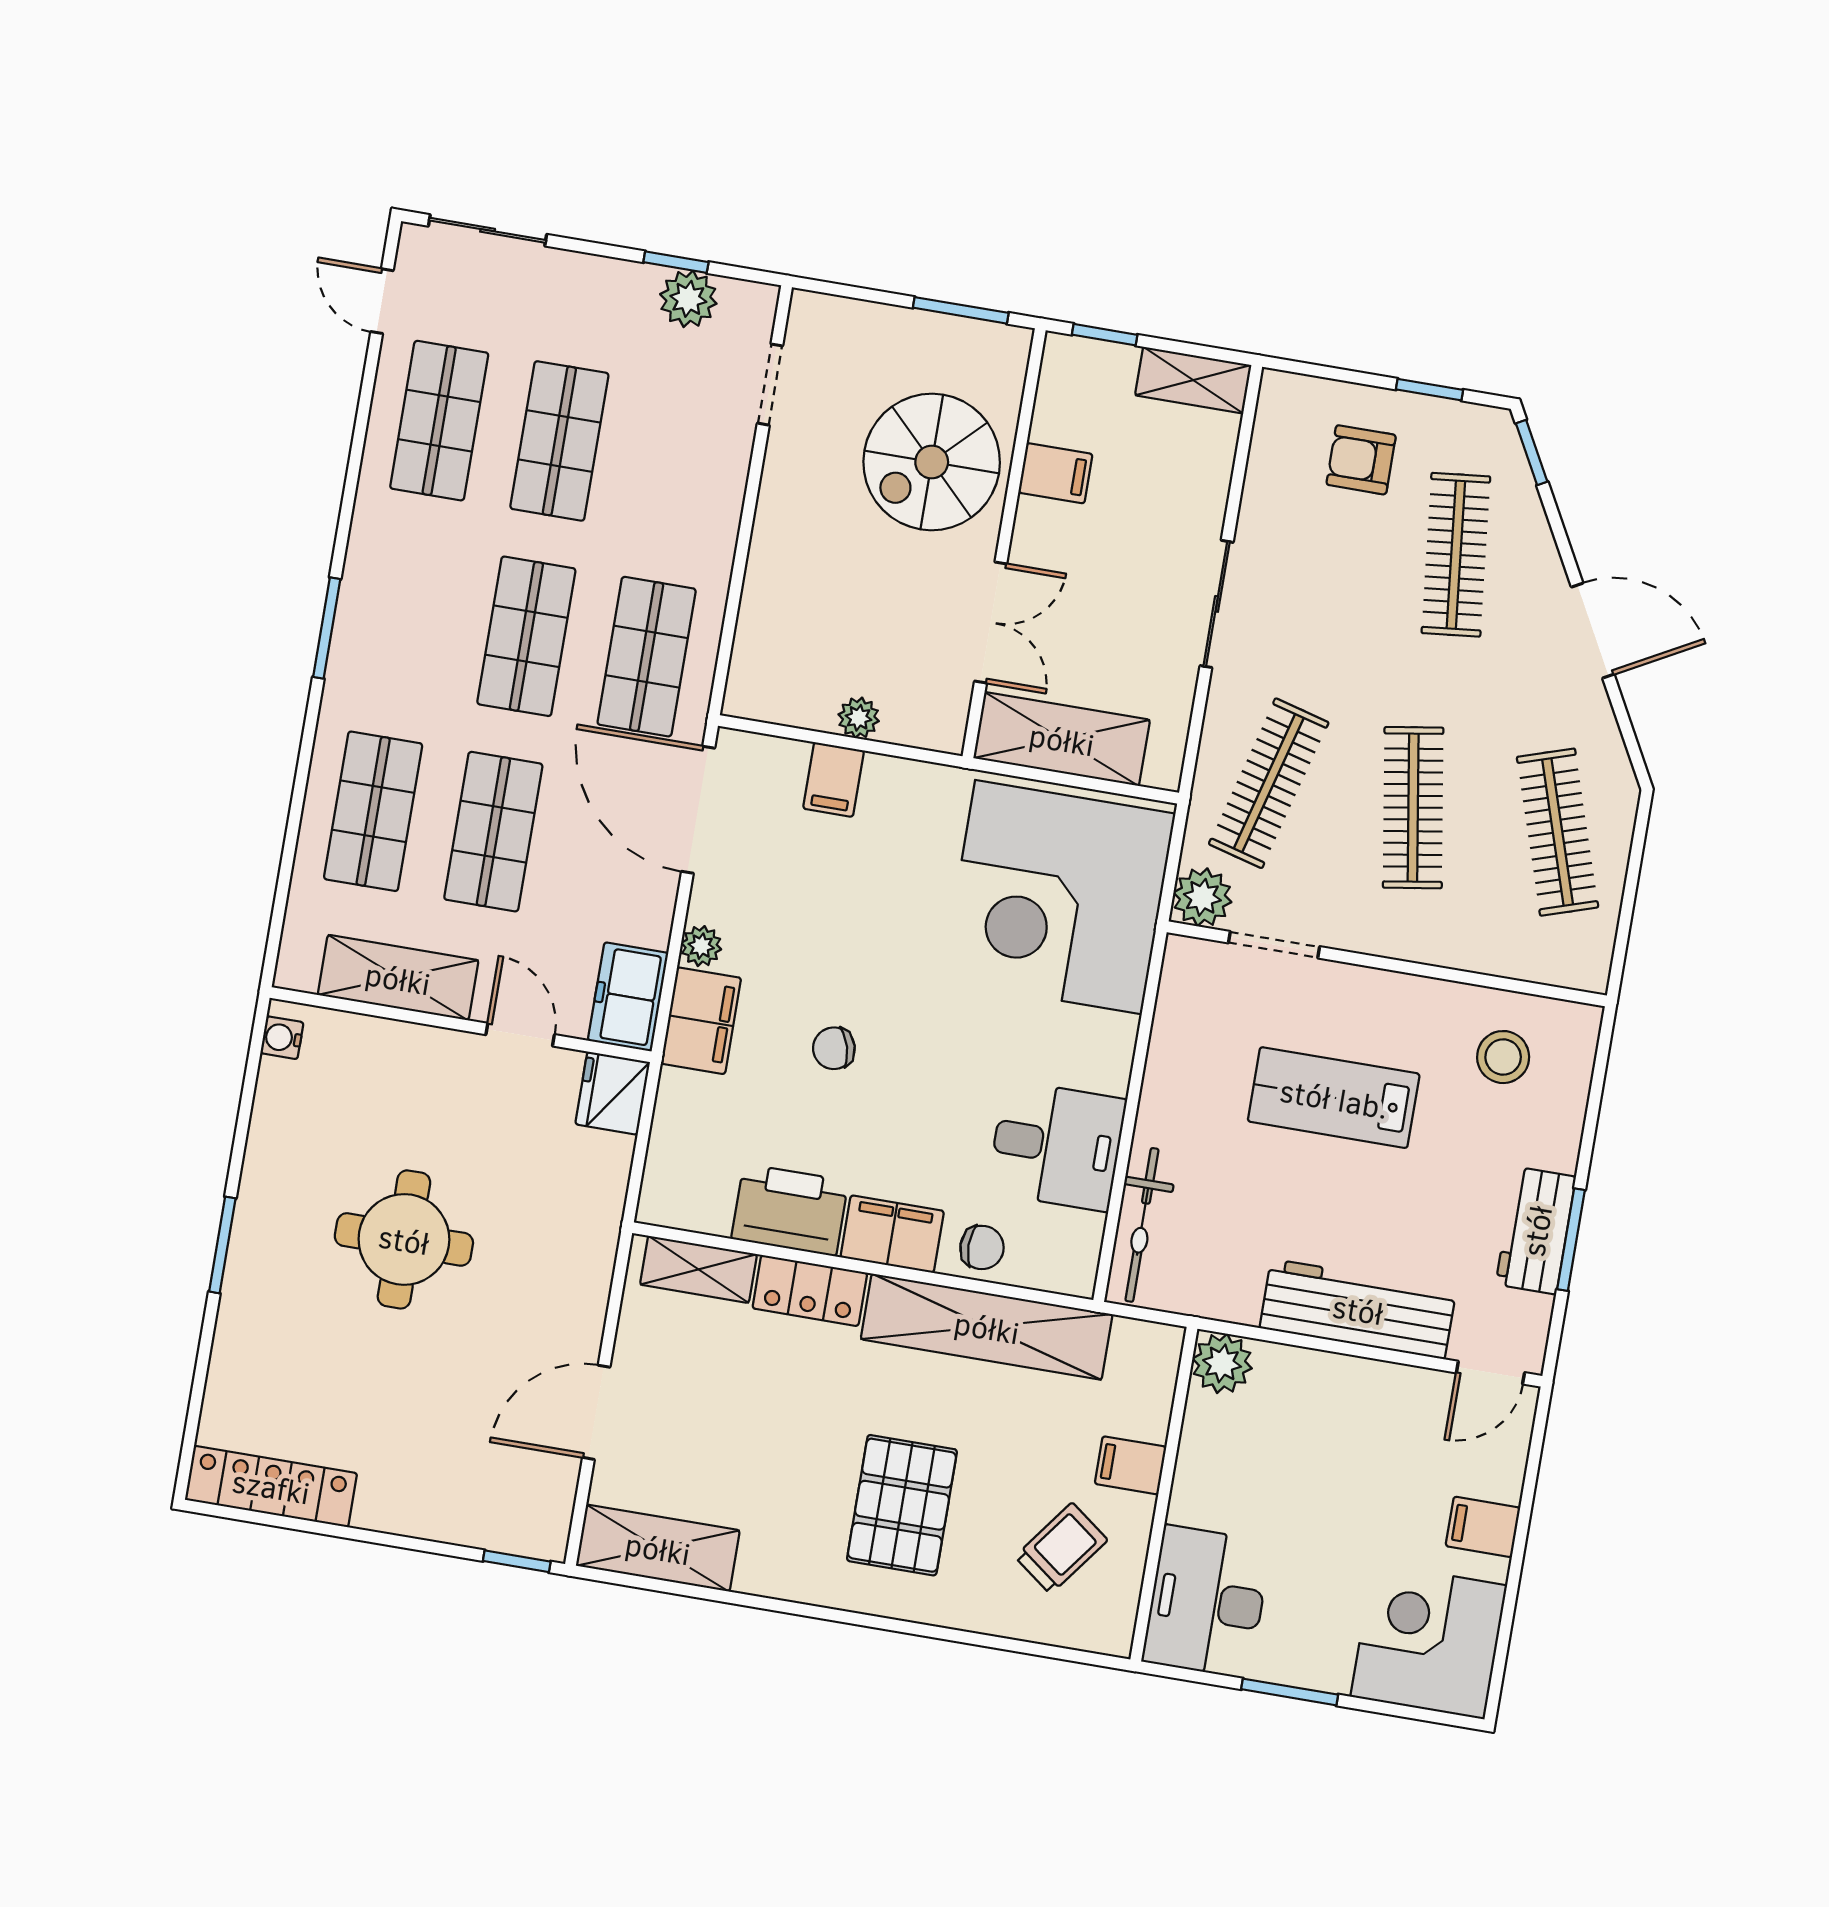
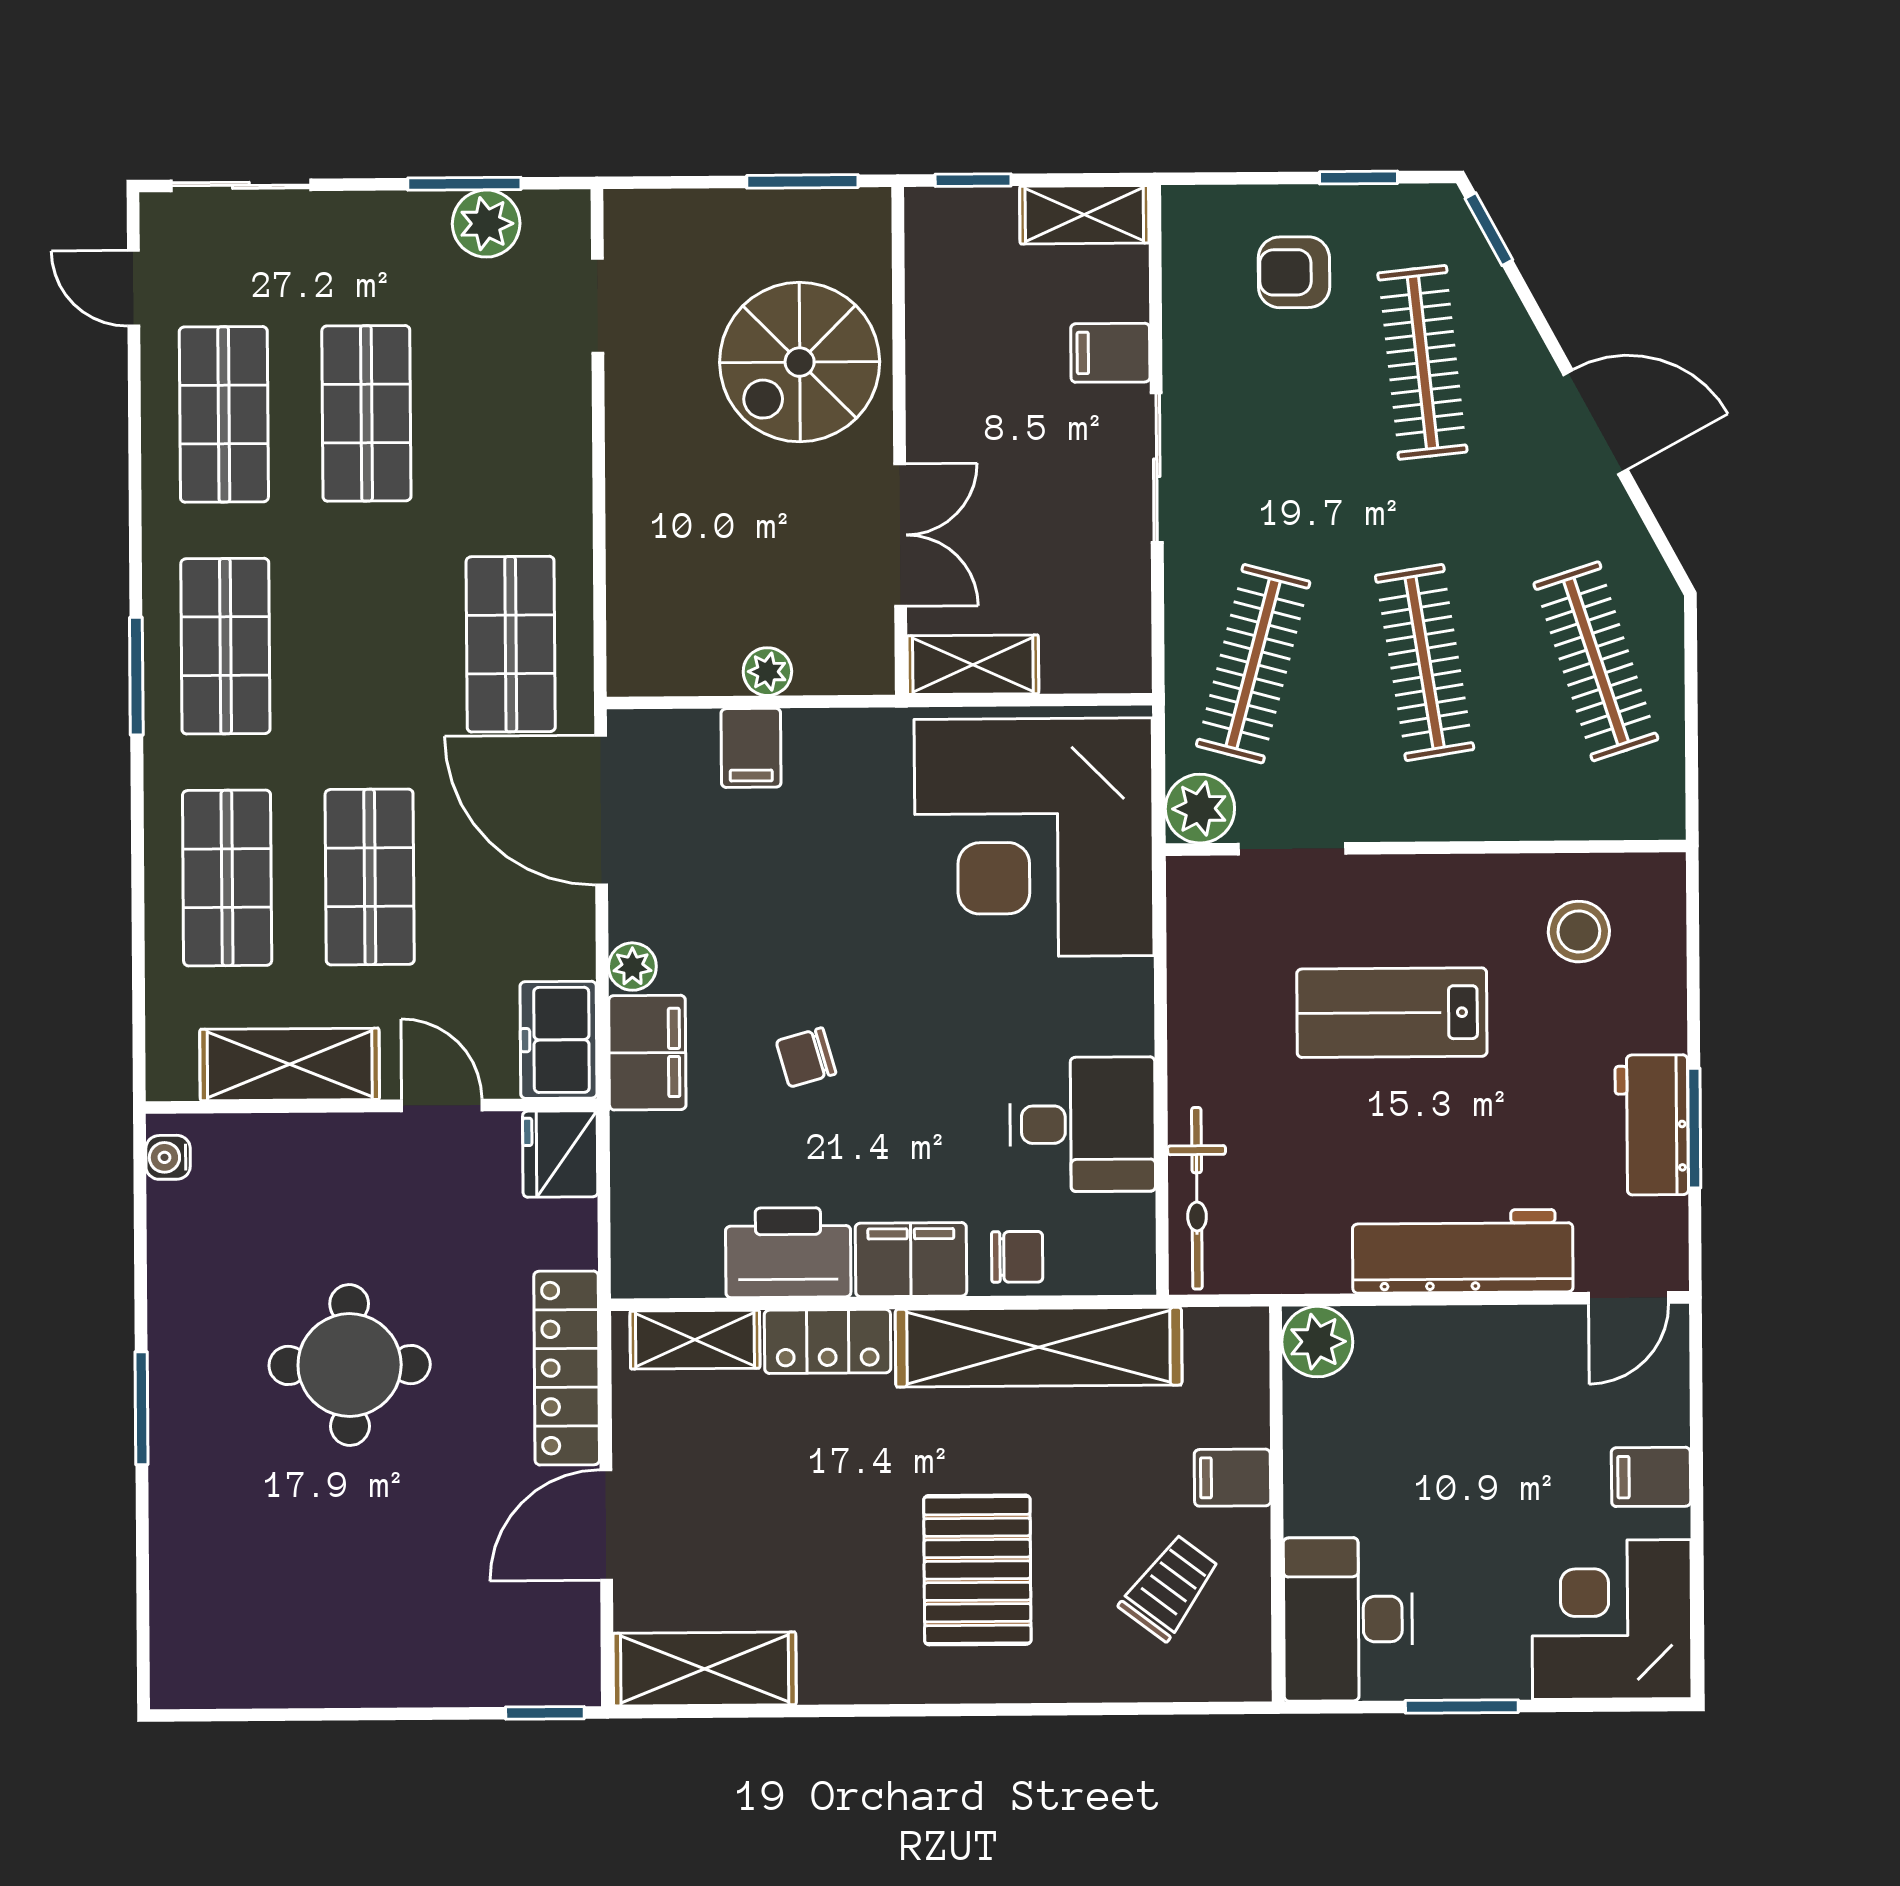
window: (676, 262) -> (464, 184), width x1.50
filing cabinet: (1055, 473) -> (1110, 353), moved, turned 180
shop shelf: (526, 636) -> (225, 646), moved
shelving: (1062, 739) -> (973, 665), width x0.67, depth x0.75
locker: (271, 1486) -> (567, 1368), moved, turned -90

